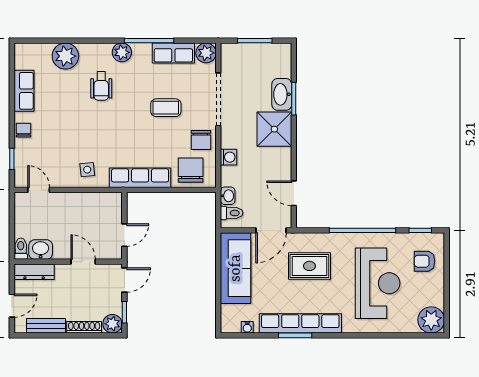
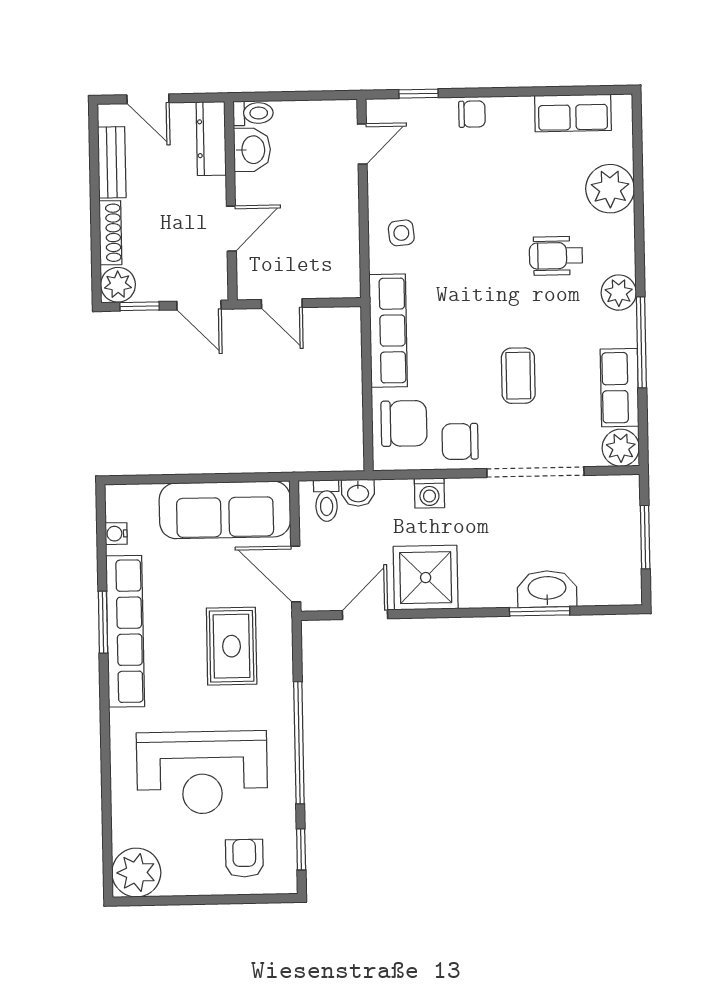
row of seats: (24, 91) -> (573, 113), moved
shower: (274, 129) -> (426, 578), moved

